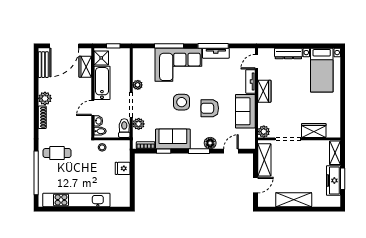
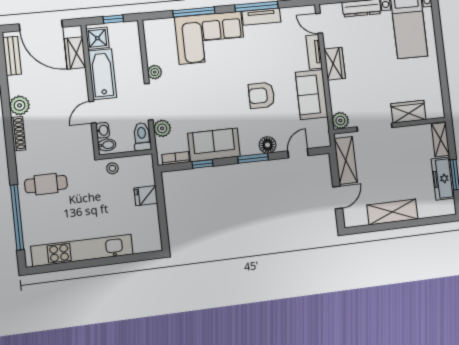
door: (64, 46) -> (41, 26), hinge flipped
door: (256, 62) -> (319, 23), hinge flipped
side table: (182, 102) -> (221, 91), removed

